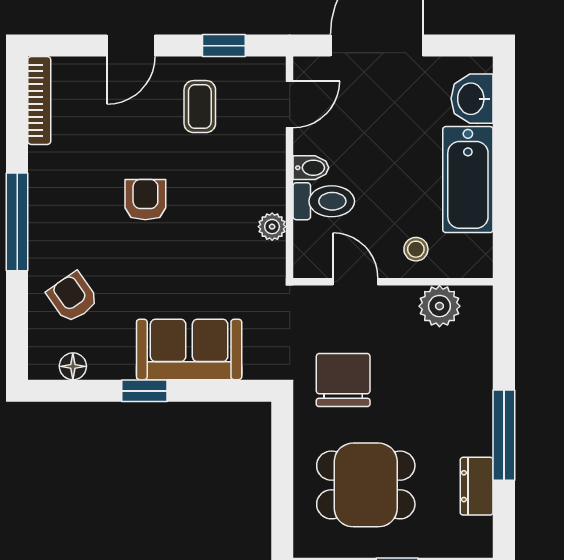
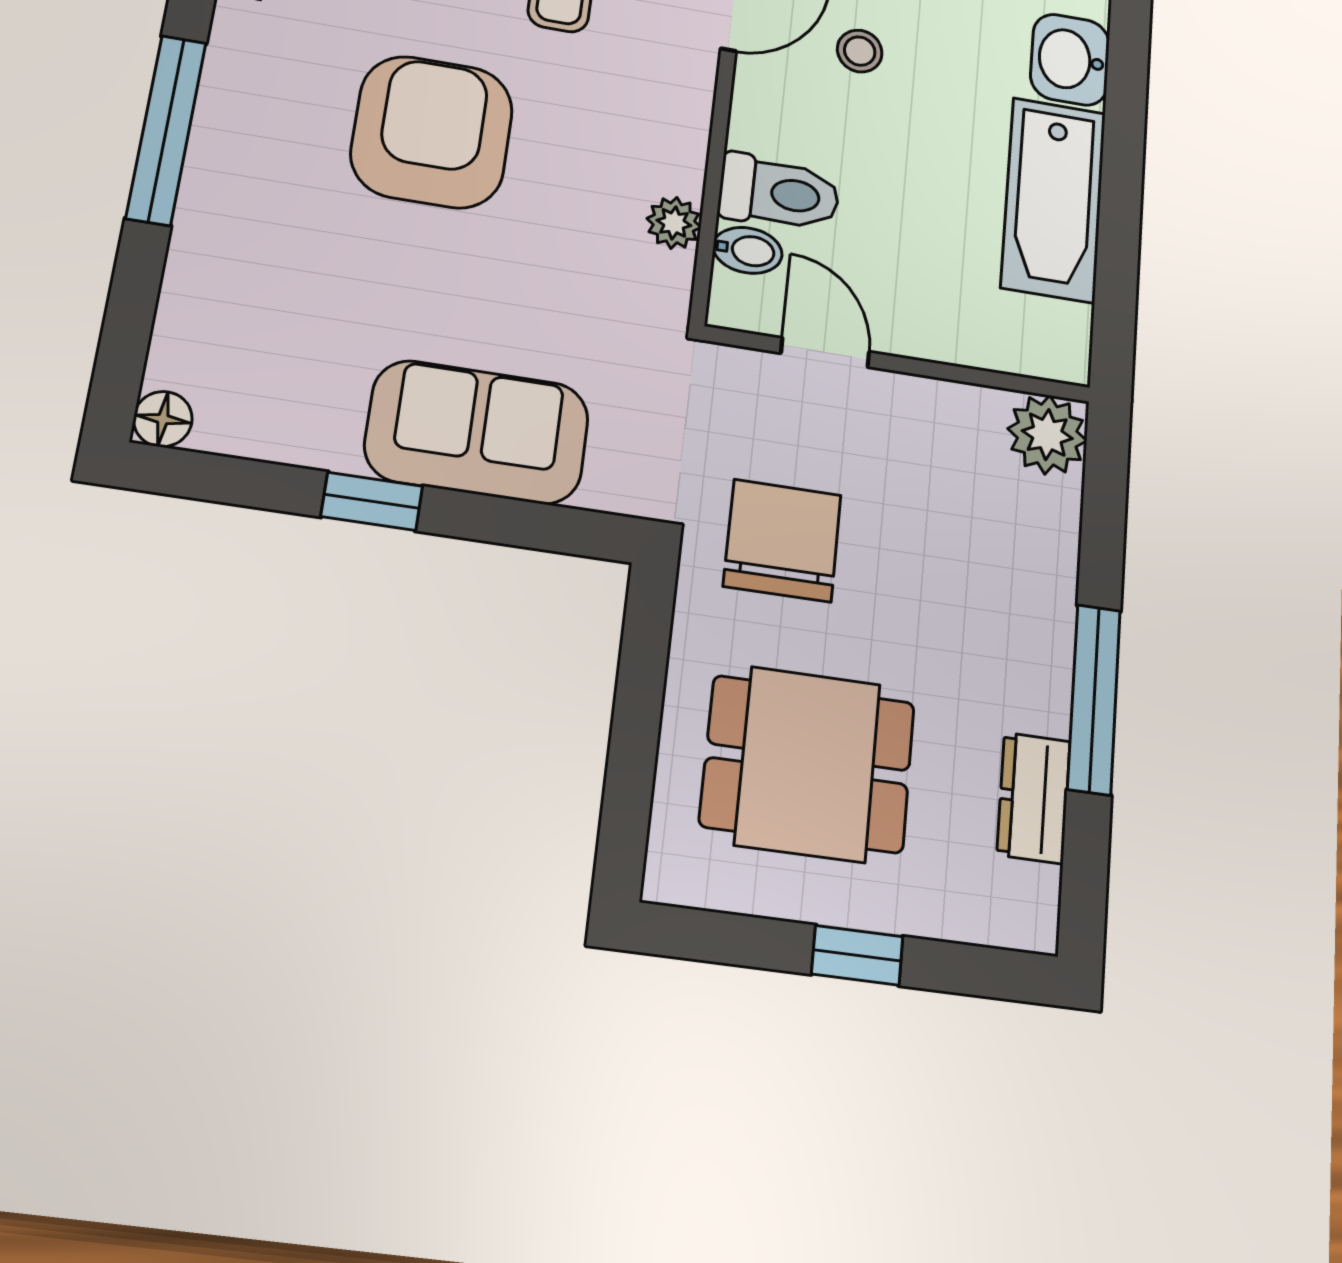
bidet: (311, 168) -> (748, 250), moved
armchair: (145, 200) -> (432, 132), width x1.88, depth x1.88
stool: (416, 249) -> (860, 51), moved
armchair: (73, 297) -> (253, 292), removed
plant: (439, 306) -> (1047, 435), moved
floor lamp: (73, 366) -> (163, 419), moved

